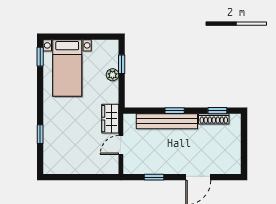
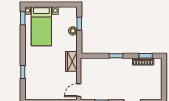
bench: (167, 121) -> (111, 63), removed
door: (121, 145) -> (79, 90), moved

